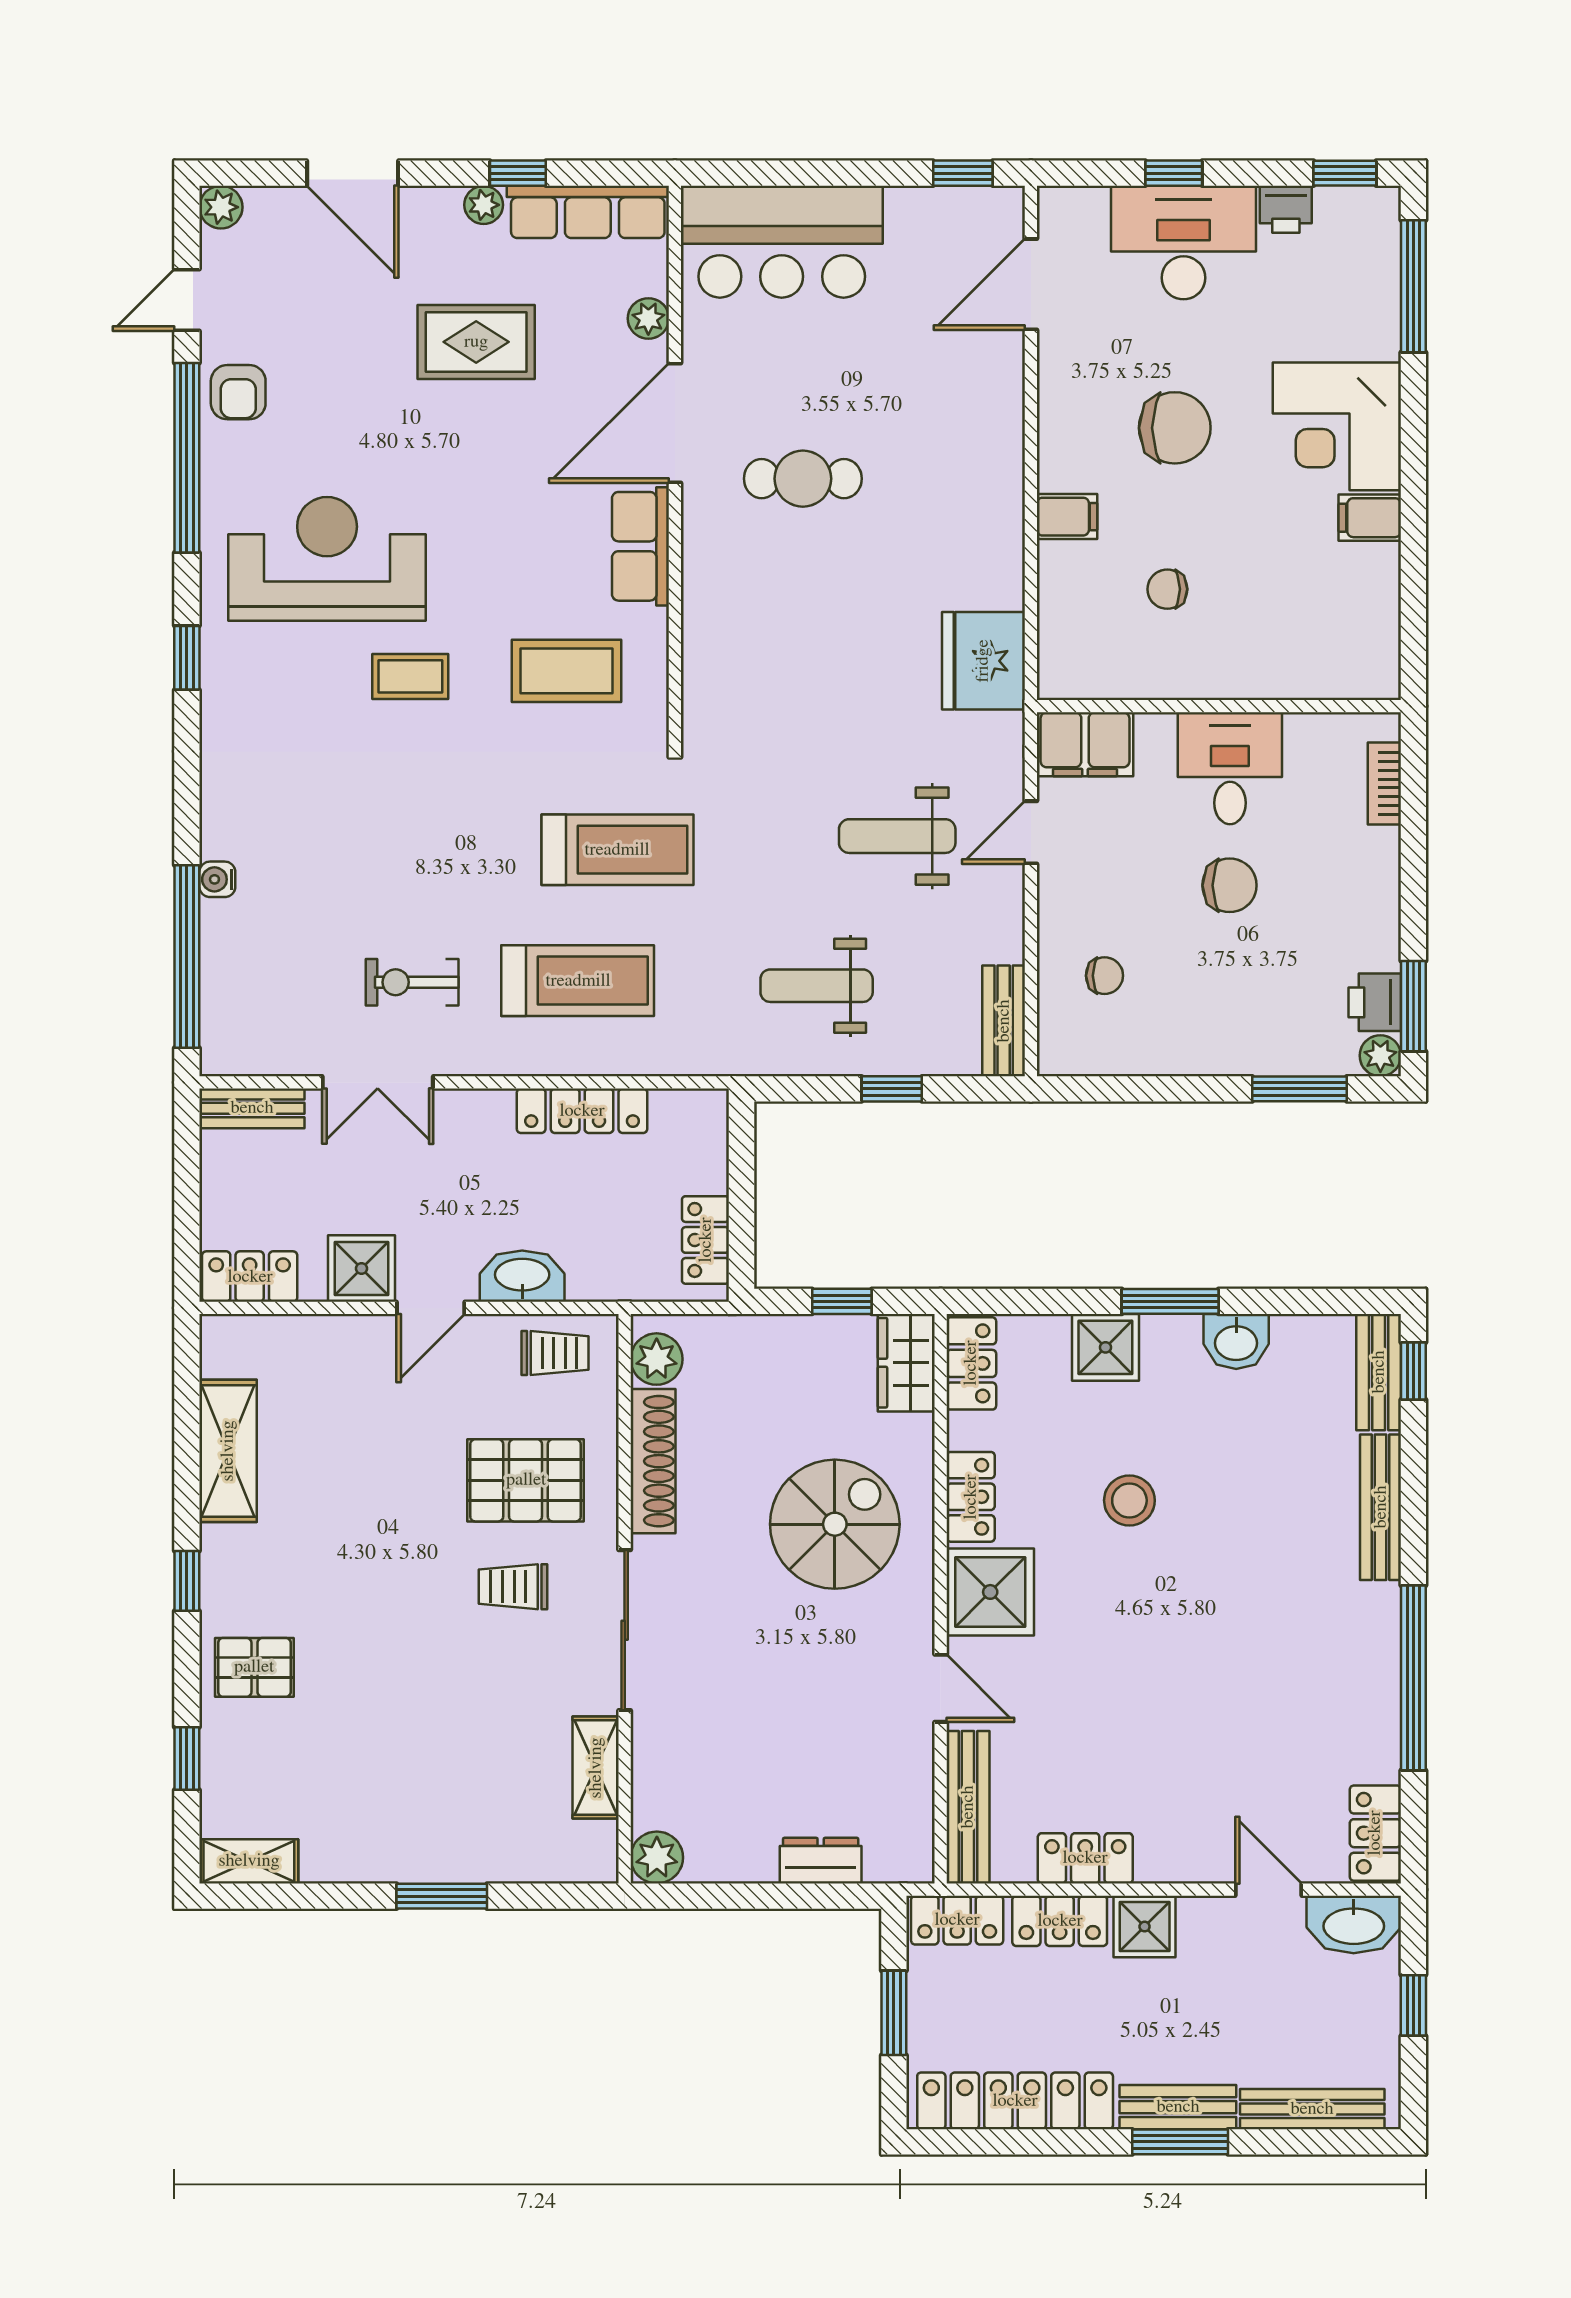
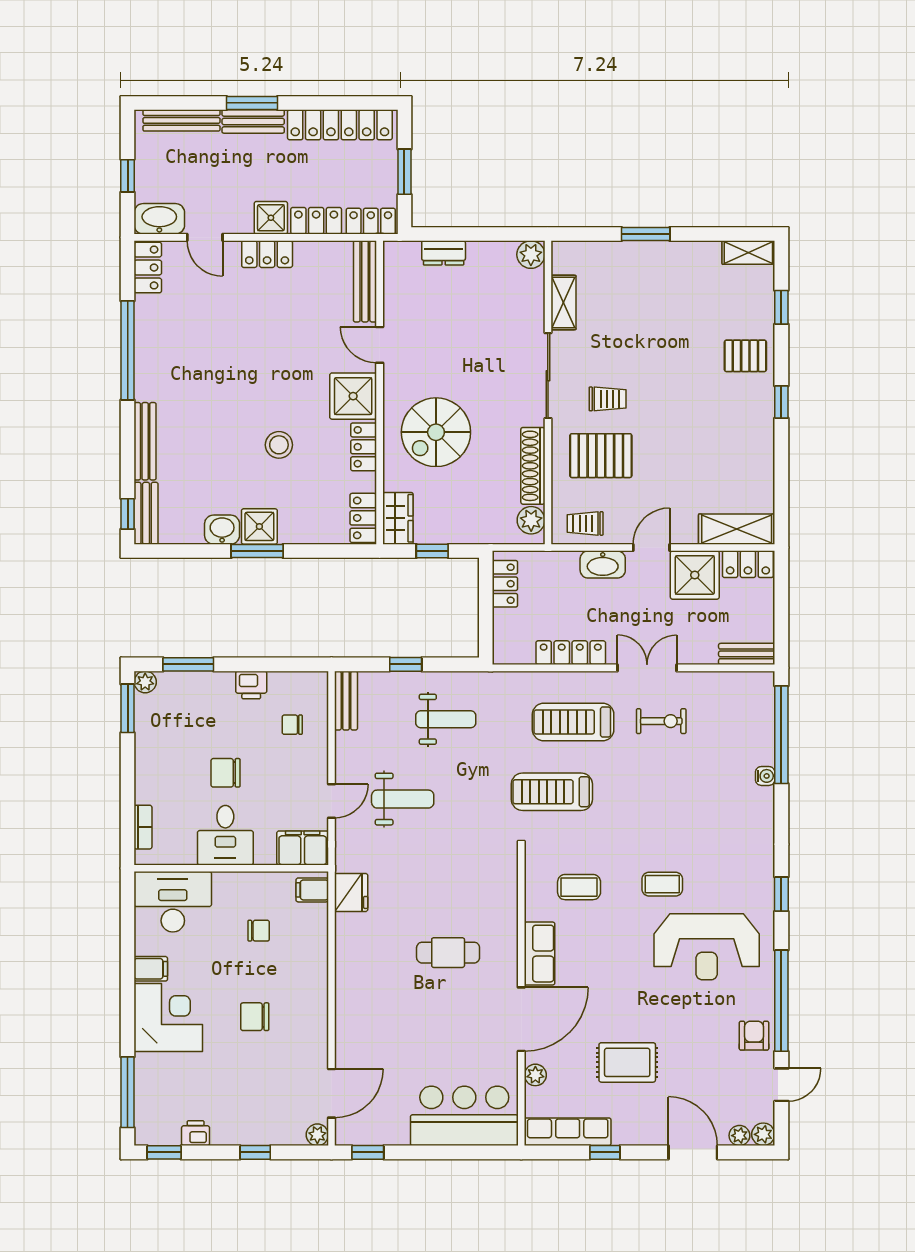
plant: (484, 205) -> (739, 1136), moved
plant: (1057, 206) -> (317, 1135), added
desk: (1183, 243) -> (173, 902), moved, turned 180
chair: (1175, 428) -> (255, 1017), width x0.73, depth x0.73
cafe table: (803, 479) -> (448, 953), moved
filing cabinet: (1067, 517) -> (312, 890), moved
fridge: (983, 661) -> (351, 892), width x0.73, depth x0.75
coffee table: (566, 671) -> (579, 887), width x0.73, depth x0.77
printer: (1375, 1002) -> (251, 685), moved, turned 90
double door: (378, 1082) -> (647, 668), moved
shower: (362, 1269) -> (695, 575), width x1.36, depth x1.36
shower: (1105, 1347) -> (259, 526), moved
shelving: (228, 1451) -> (737, 529), moved, turned 90
locker: (1085, 1858) -> (267, 254), moved

